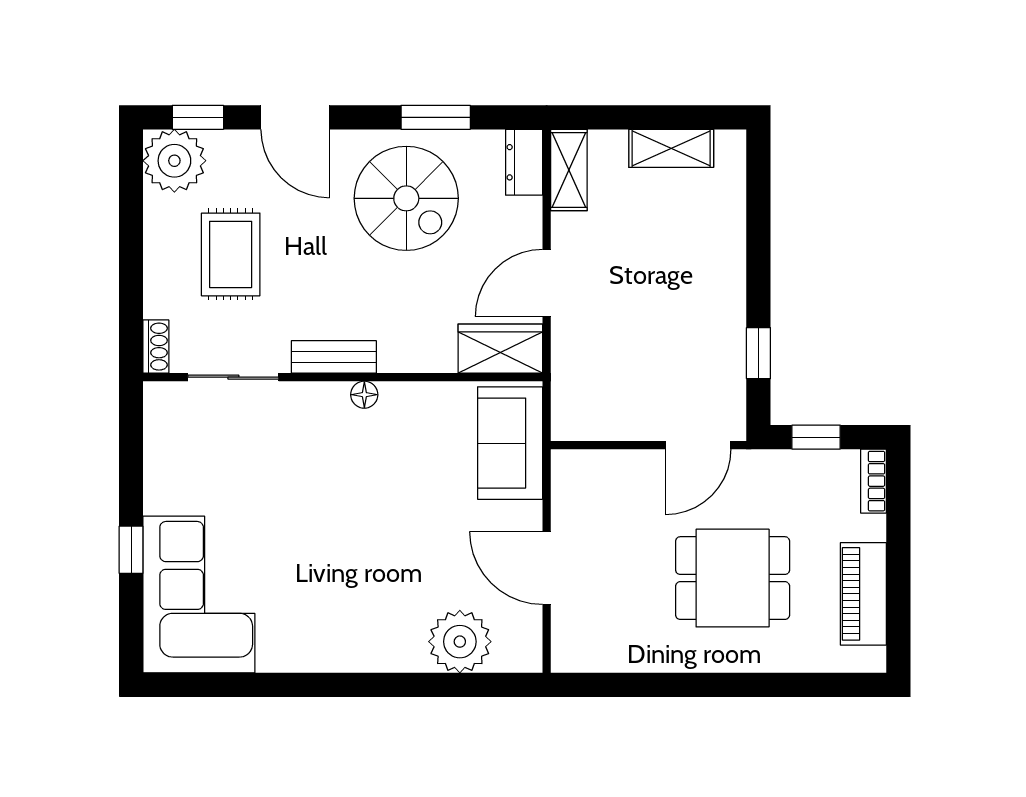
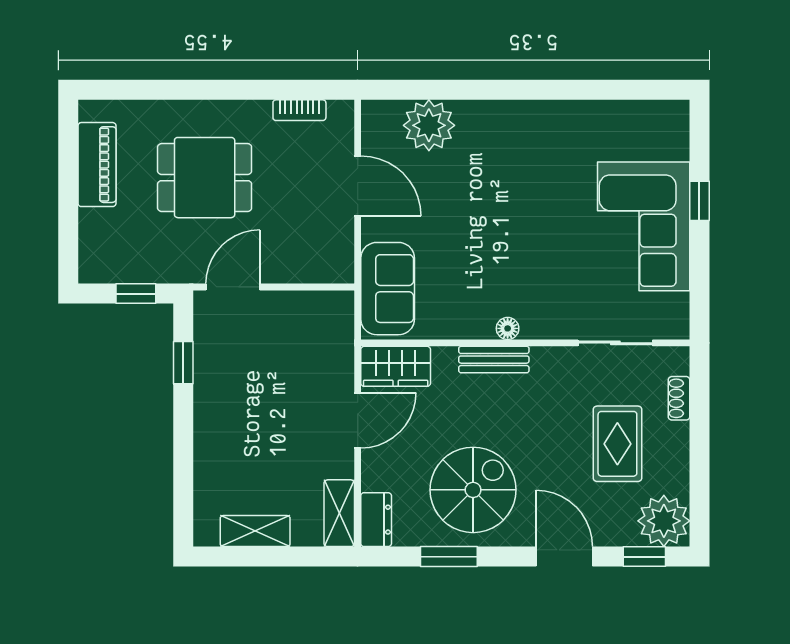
spiral stairs: (406, 198) -> (473, 490), turned 90
shoe rack: (156, 347) -> (679, 398), moved
bench: (334, 357) -> (494, 360), moved
bookcase: (873, 481) -> (299, 110), moved, turned 90
corner sofa: (199, 594) -> (644, 226), moved

